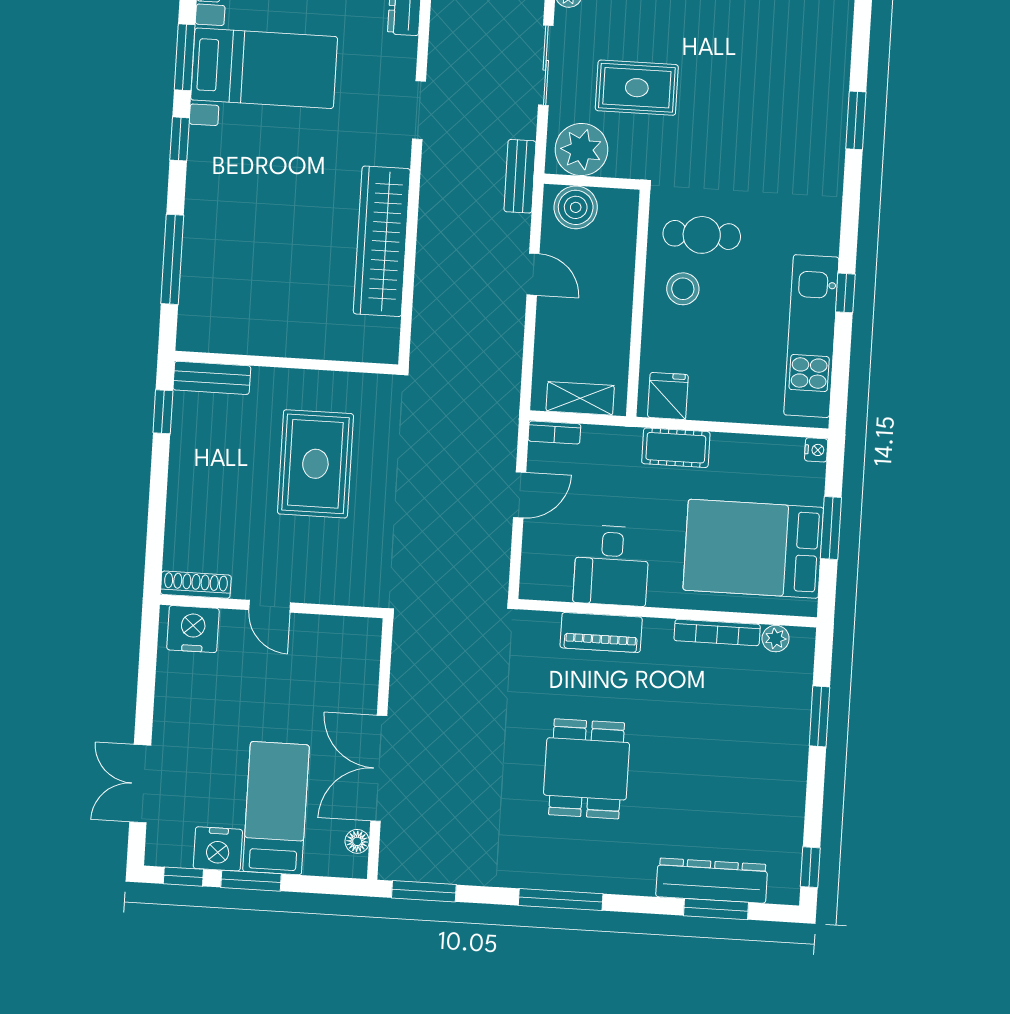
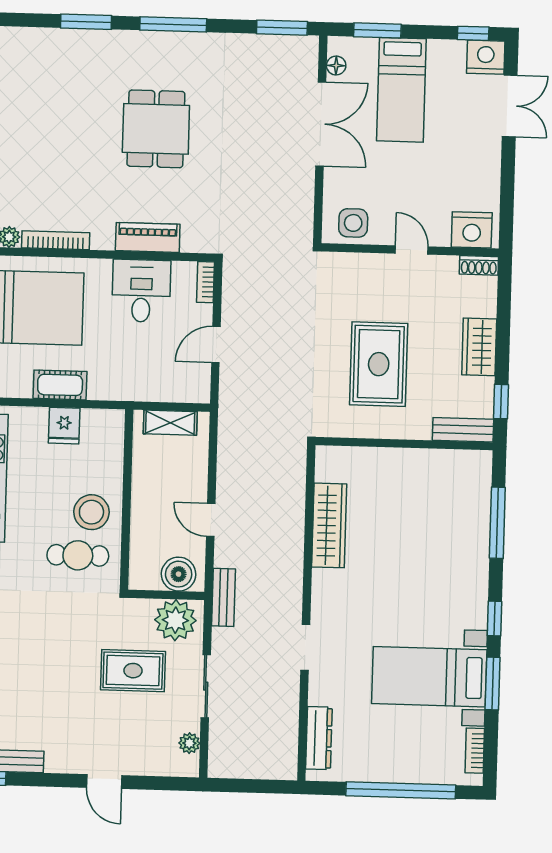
wardrobe: (382, 241) -> (329, 525), width x0.71, depth x0.85
stool: (683, 289) -> (91, 512), width x1.38, depth x1.38
fridge: (668, 396) -> (64, 426), moved
bookcase: (554, 432) -> (205, 282), moved, turned -90
cot: (676, 448) -> (60, 385), moved
wardrobe: (188, 481) -> (479, 347), added
shoe rack: (196, 585) -> (479, 265), width x0.70
side table: (342, 643) -> (353, 223), added
nightstand: (218, 849) -> (486, 57), moved
window: (251, 881) -> (377, 30), moved
dresser: (712, 881) -> (54, 43), removed
window: (716, 909) -> (86, 22), moved

